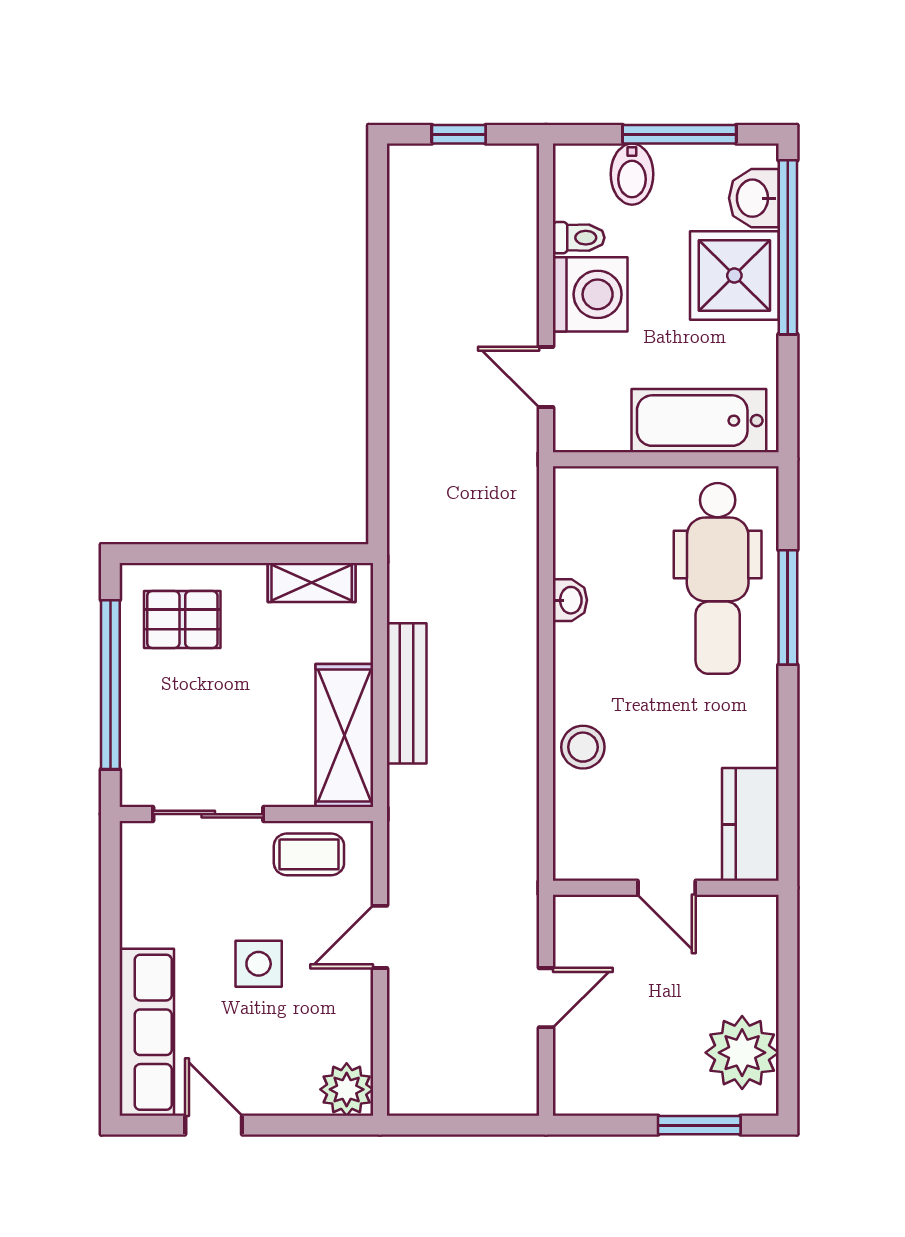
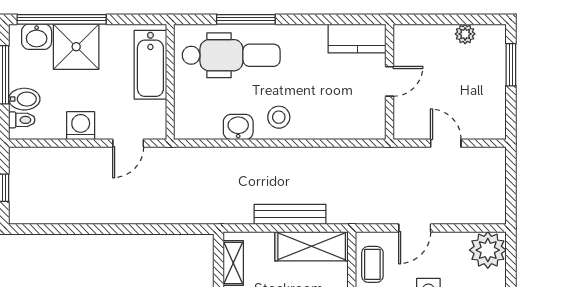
toilet: (579, 238) -> (22, 120), moved, turned 90
washing machine: (590, 294) -> (81, 126), width x0.73, depth x0.73
washbasin: (570, 600) -> (238, 127), width x1.38, depth x1.45
stool: (583, 747) -> (279, 117), moved
door: (380, 937) -> (415, 228), hinge flipped
plant: (742, 1053) -> (465, 34), width x0.53, depth x0.53
plant: (347, 1089) -> (488, 250), width x1.36, depth x1.36

